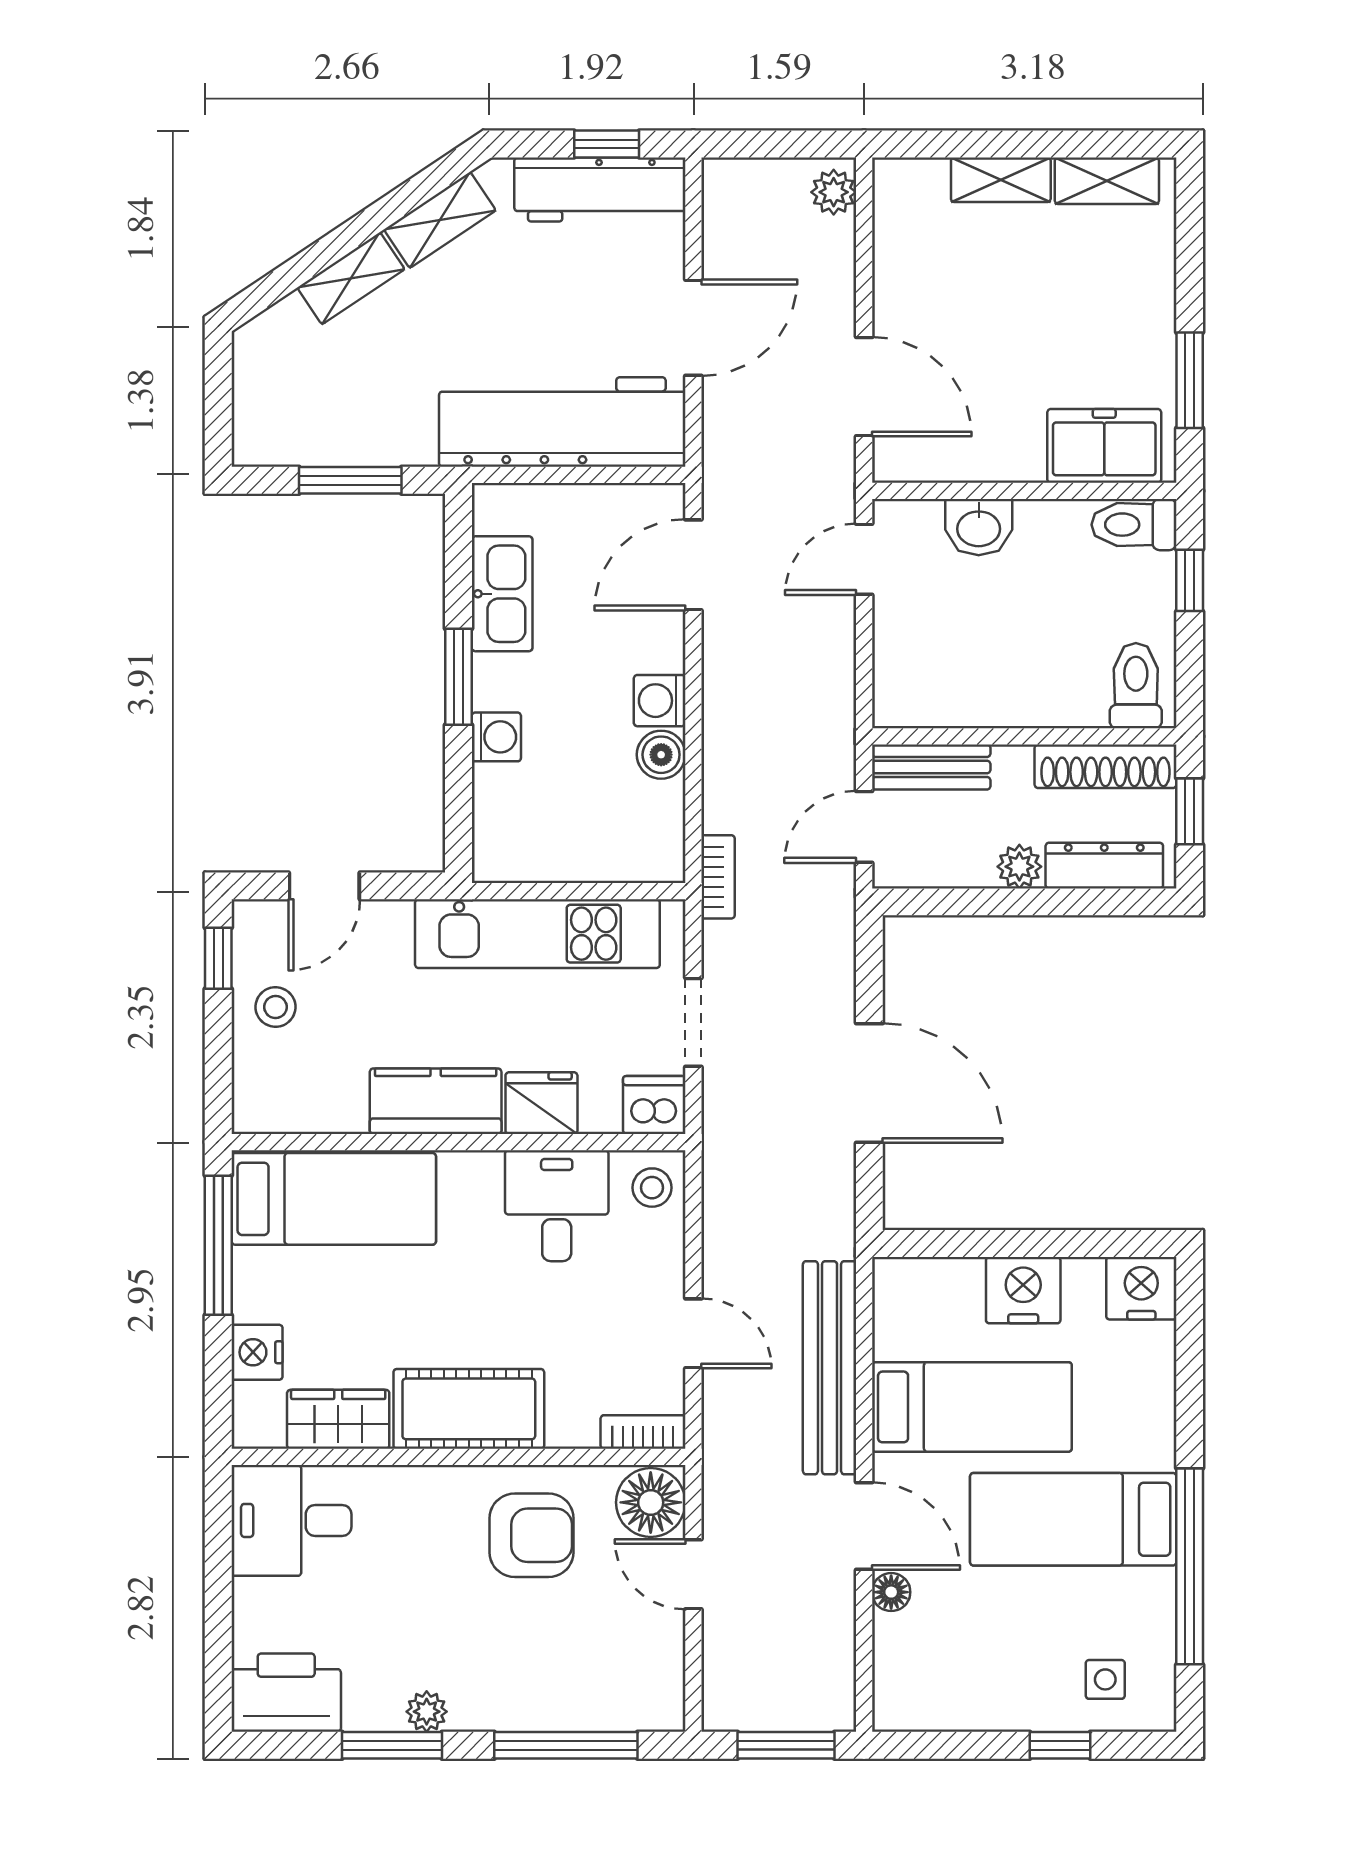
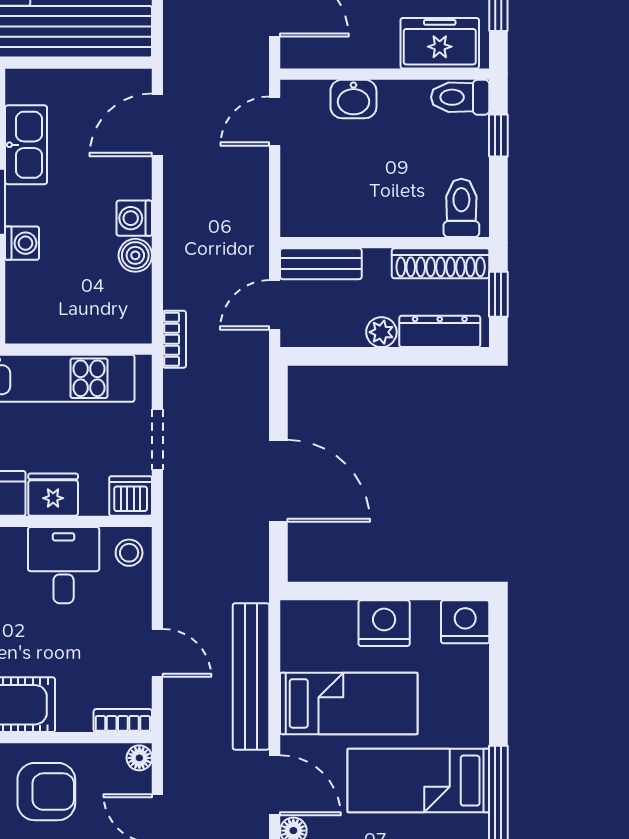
floor lamp: (651, 1502) -> (139, 758), width x0.53, depth x0.53

